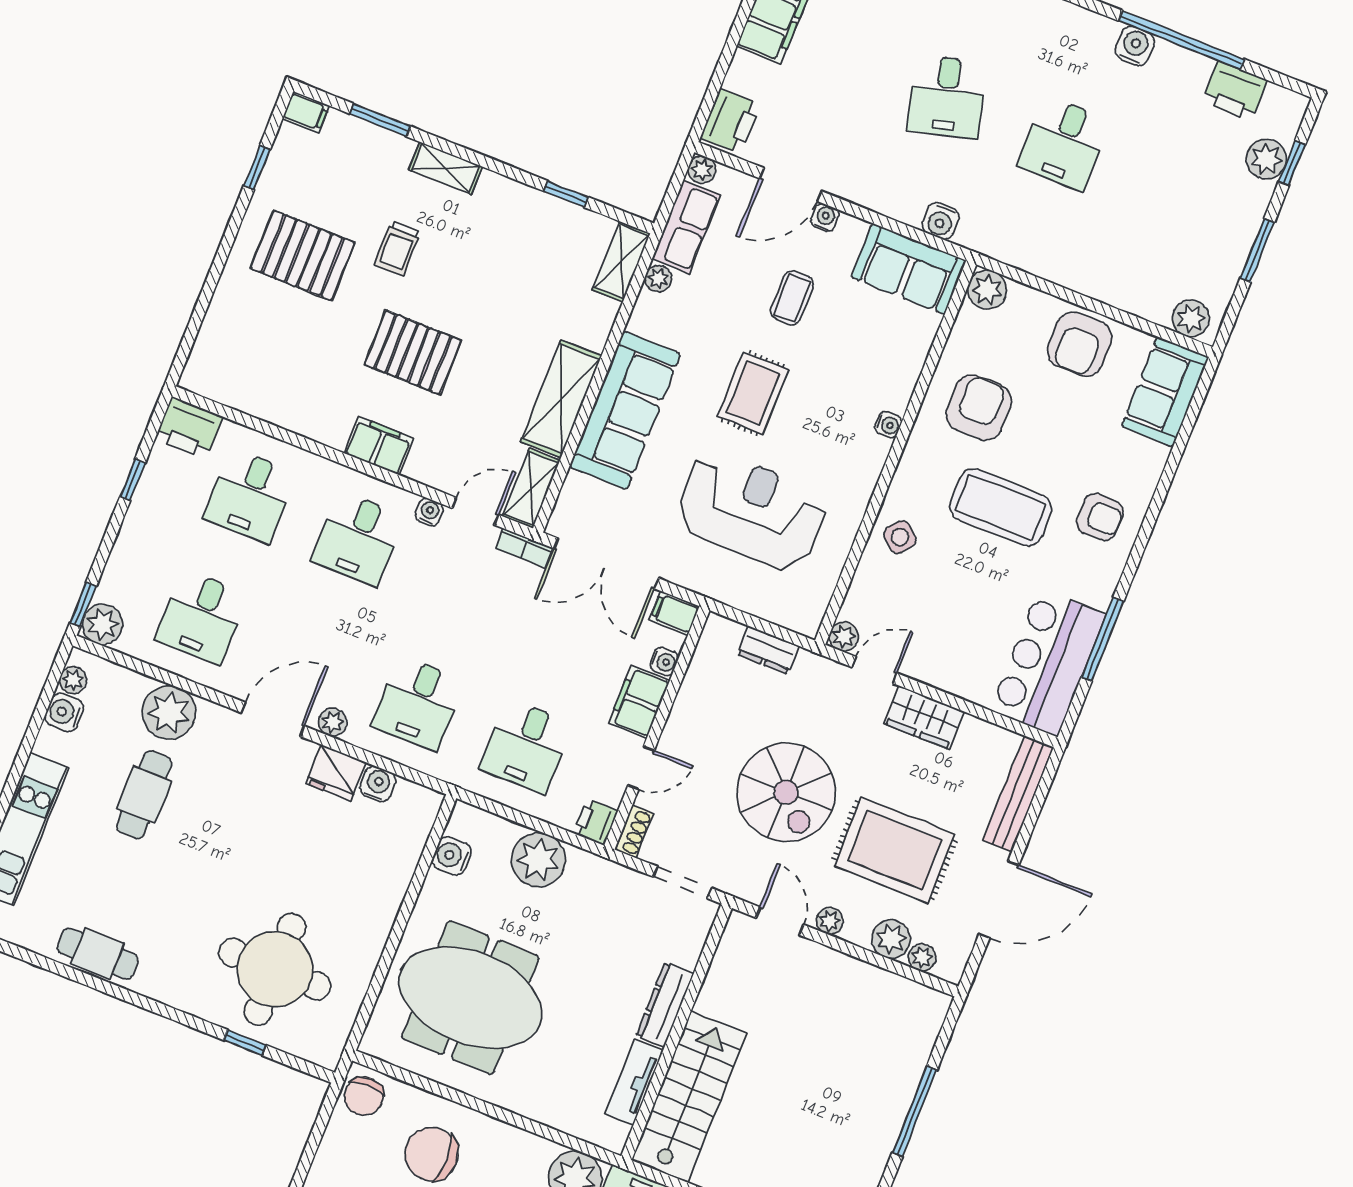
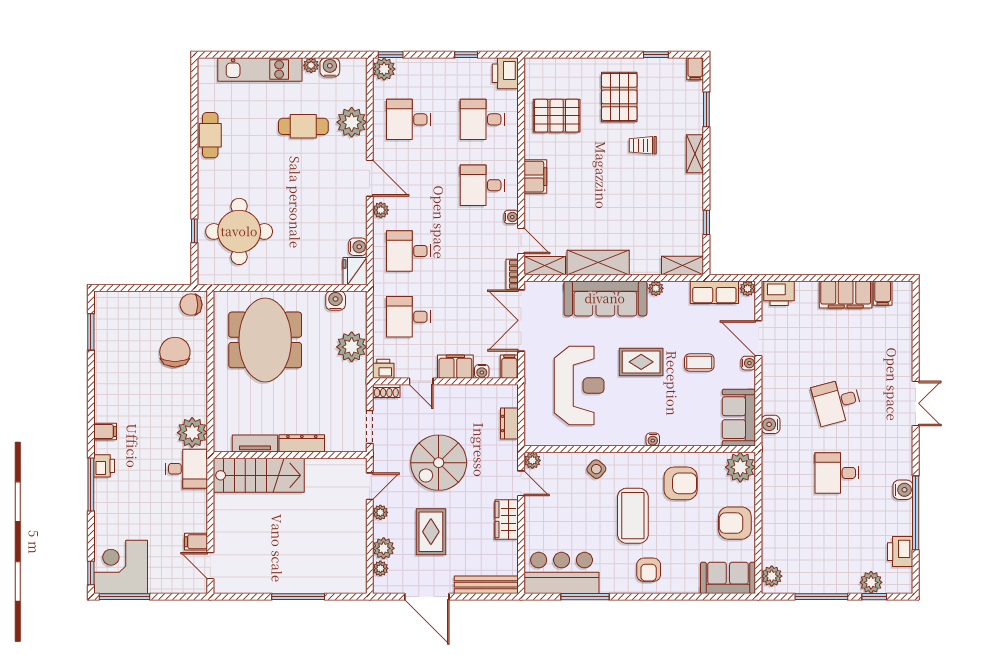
window: (1257, 250) -> (821, 597), width x1.44
plant: (658, 279) -> (656, 288), moved
plant: (987, 290) -> (740, 467), width x1.36, depth x1.36
pallet: (413, 352) -> (557, 116), moved, turned 90
plant: (73, 680) -> (311, 65), moved
fridge: (336, 773) -> (355, 271), moved
rug: (895, 850) -> (431, 532), width x0.73, depth x0.70

